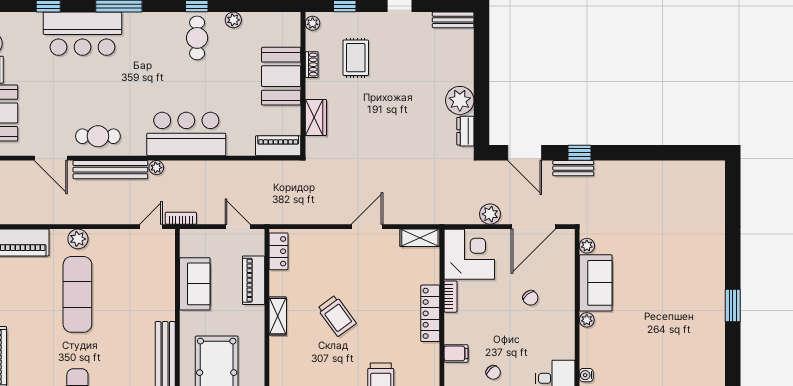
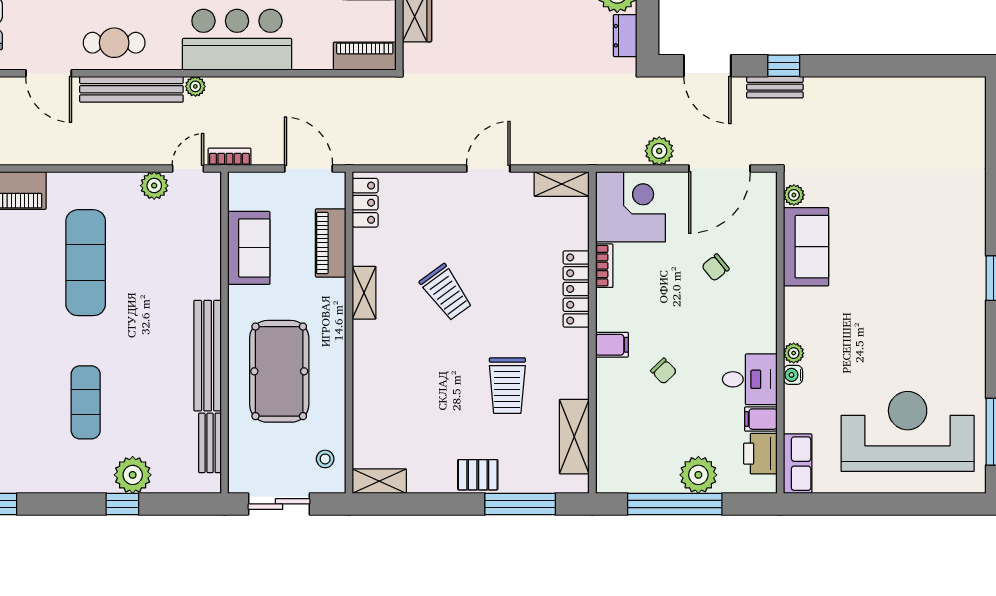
door: (238, 227) -> (308, 168), width x1.38
plant: (78, 239) -> (154, 186), moved
chair: (530, 298) -> (715, 268), turned 88
plant: (587, 320) -> (794, 353), moved

